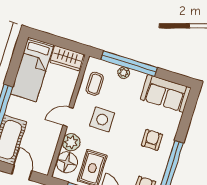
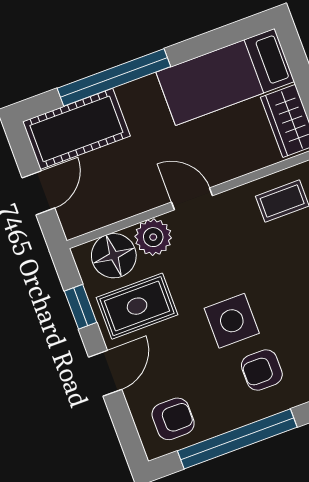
side table: (102, 119) -> (232, 321), moved
armchair: (152, 140) -> (262, 370), turned 180

